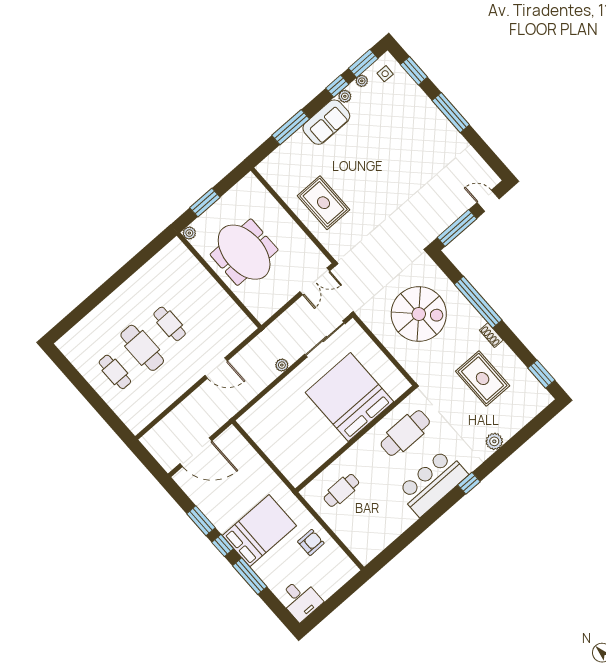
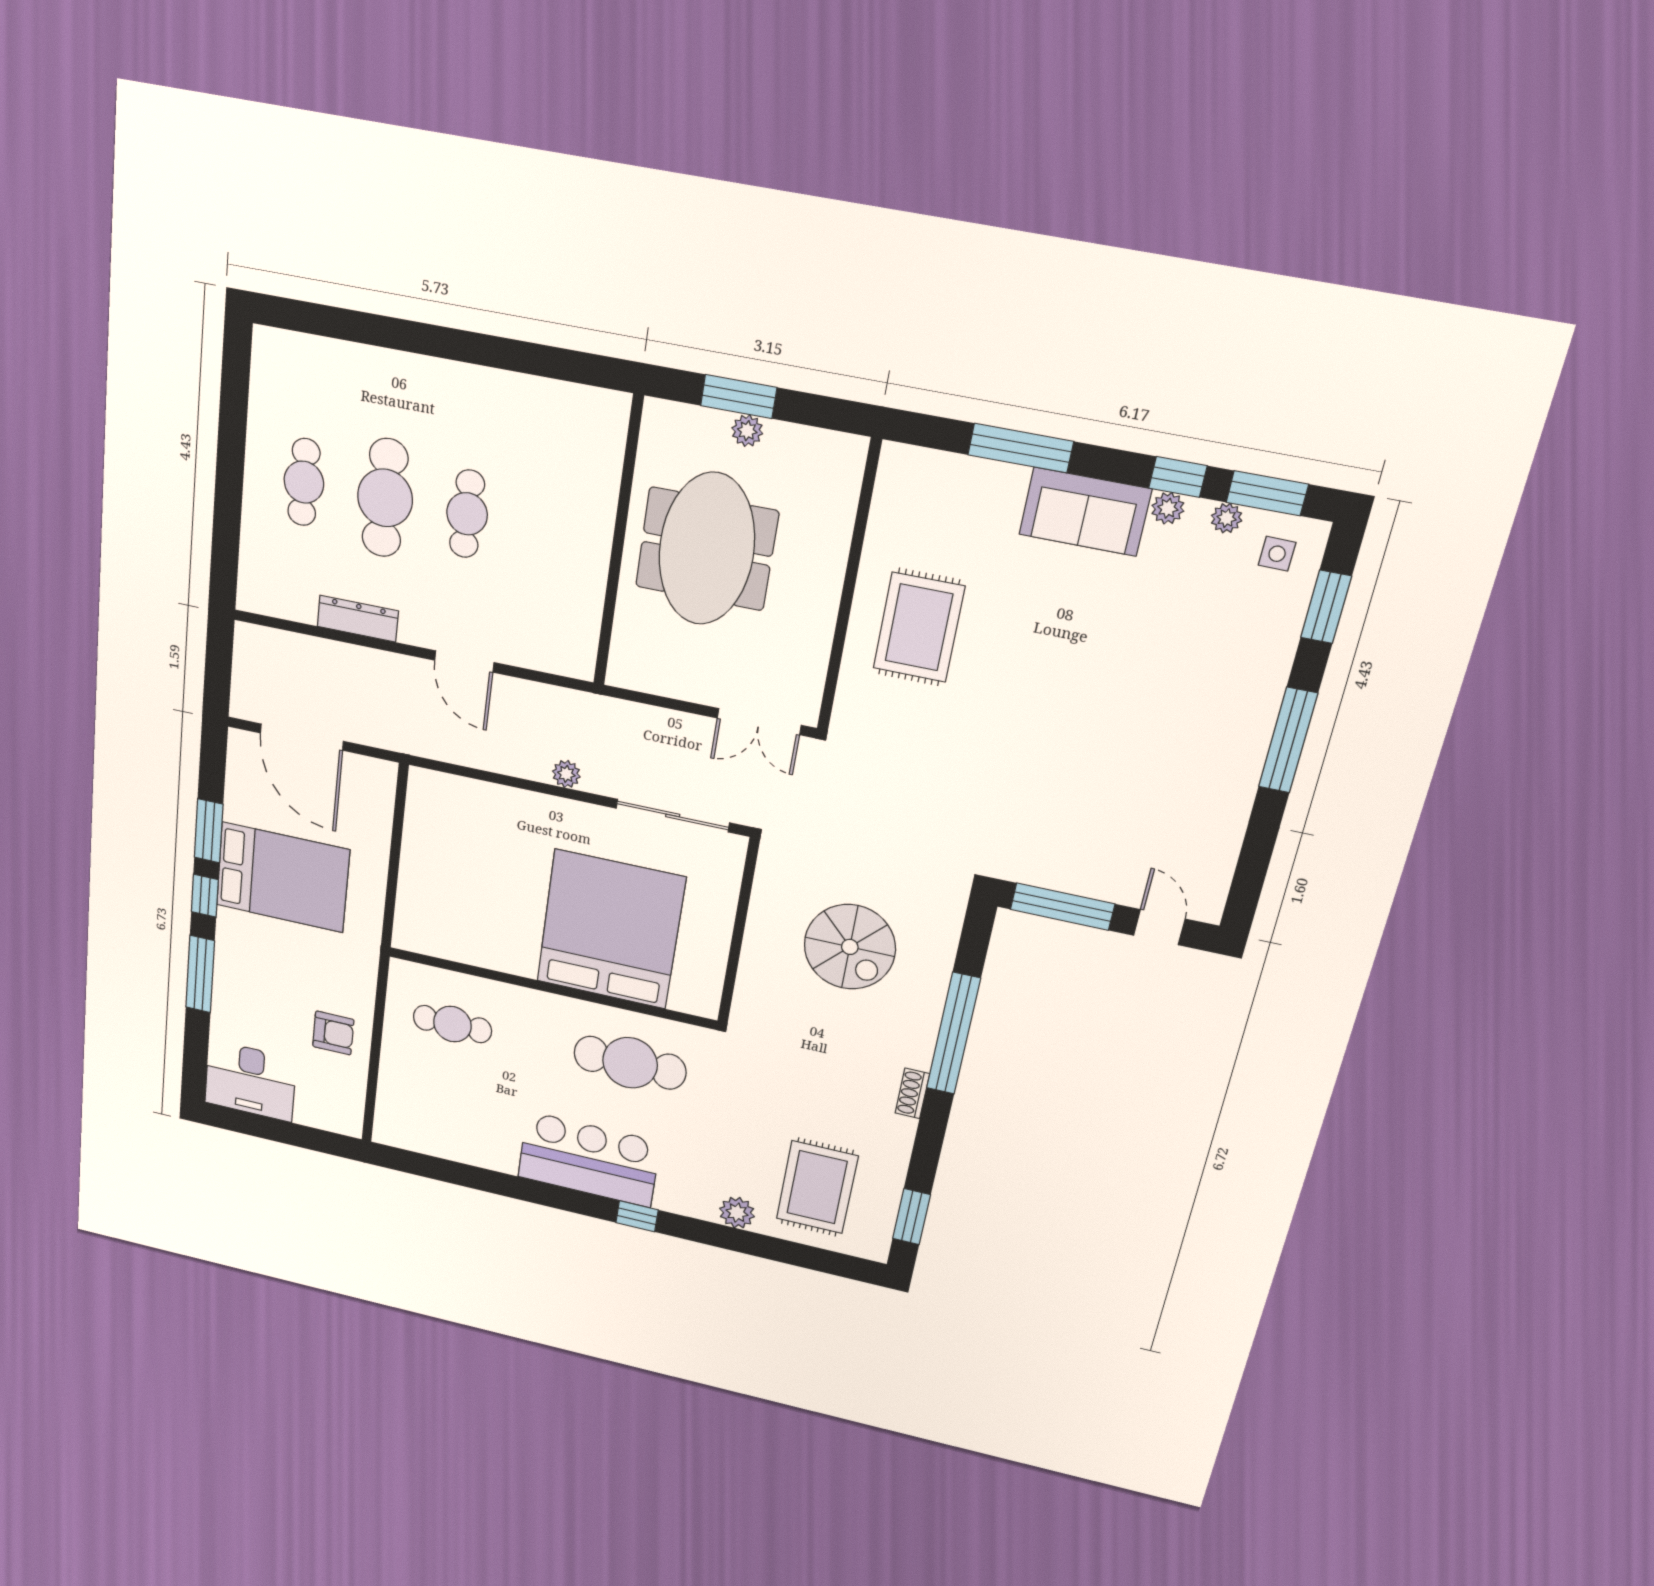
plant: (189, 233) -> (747, 431), moved
spiral stairs: (419, 314) -> (850, 947), width x0.73, depth x0.73
rug: (483, 378) -> (817, 1187), moved
dresser: (173, 394) -> (358, 619), added
bed: (259, 531) -> (283, 877), moved
desk: (300, 600) -> (250, 1081), width x1.37

